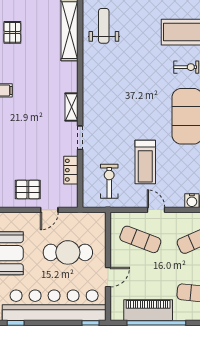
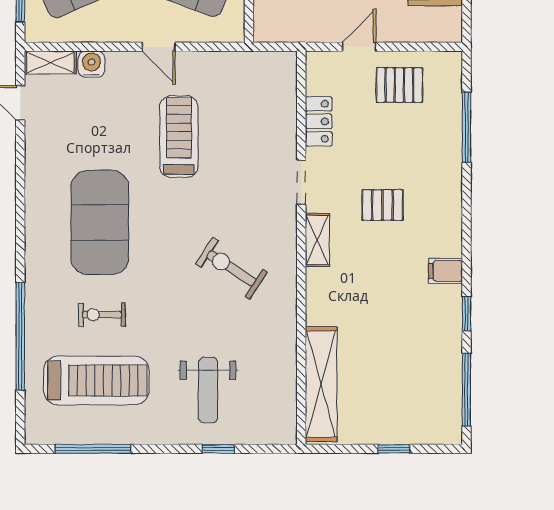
weight bench: (104, 26) -> (208, 390), moved
pallet: (12, 32) -> (382, 205), moved, turned 90
exercise bike: (109, 181) -> (231, 268), moved, turned 123

